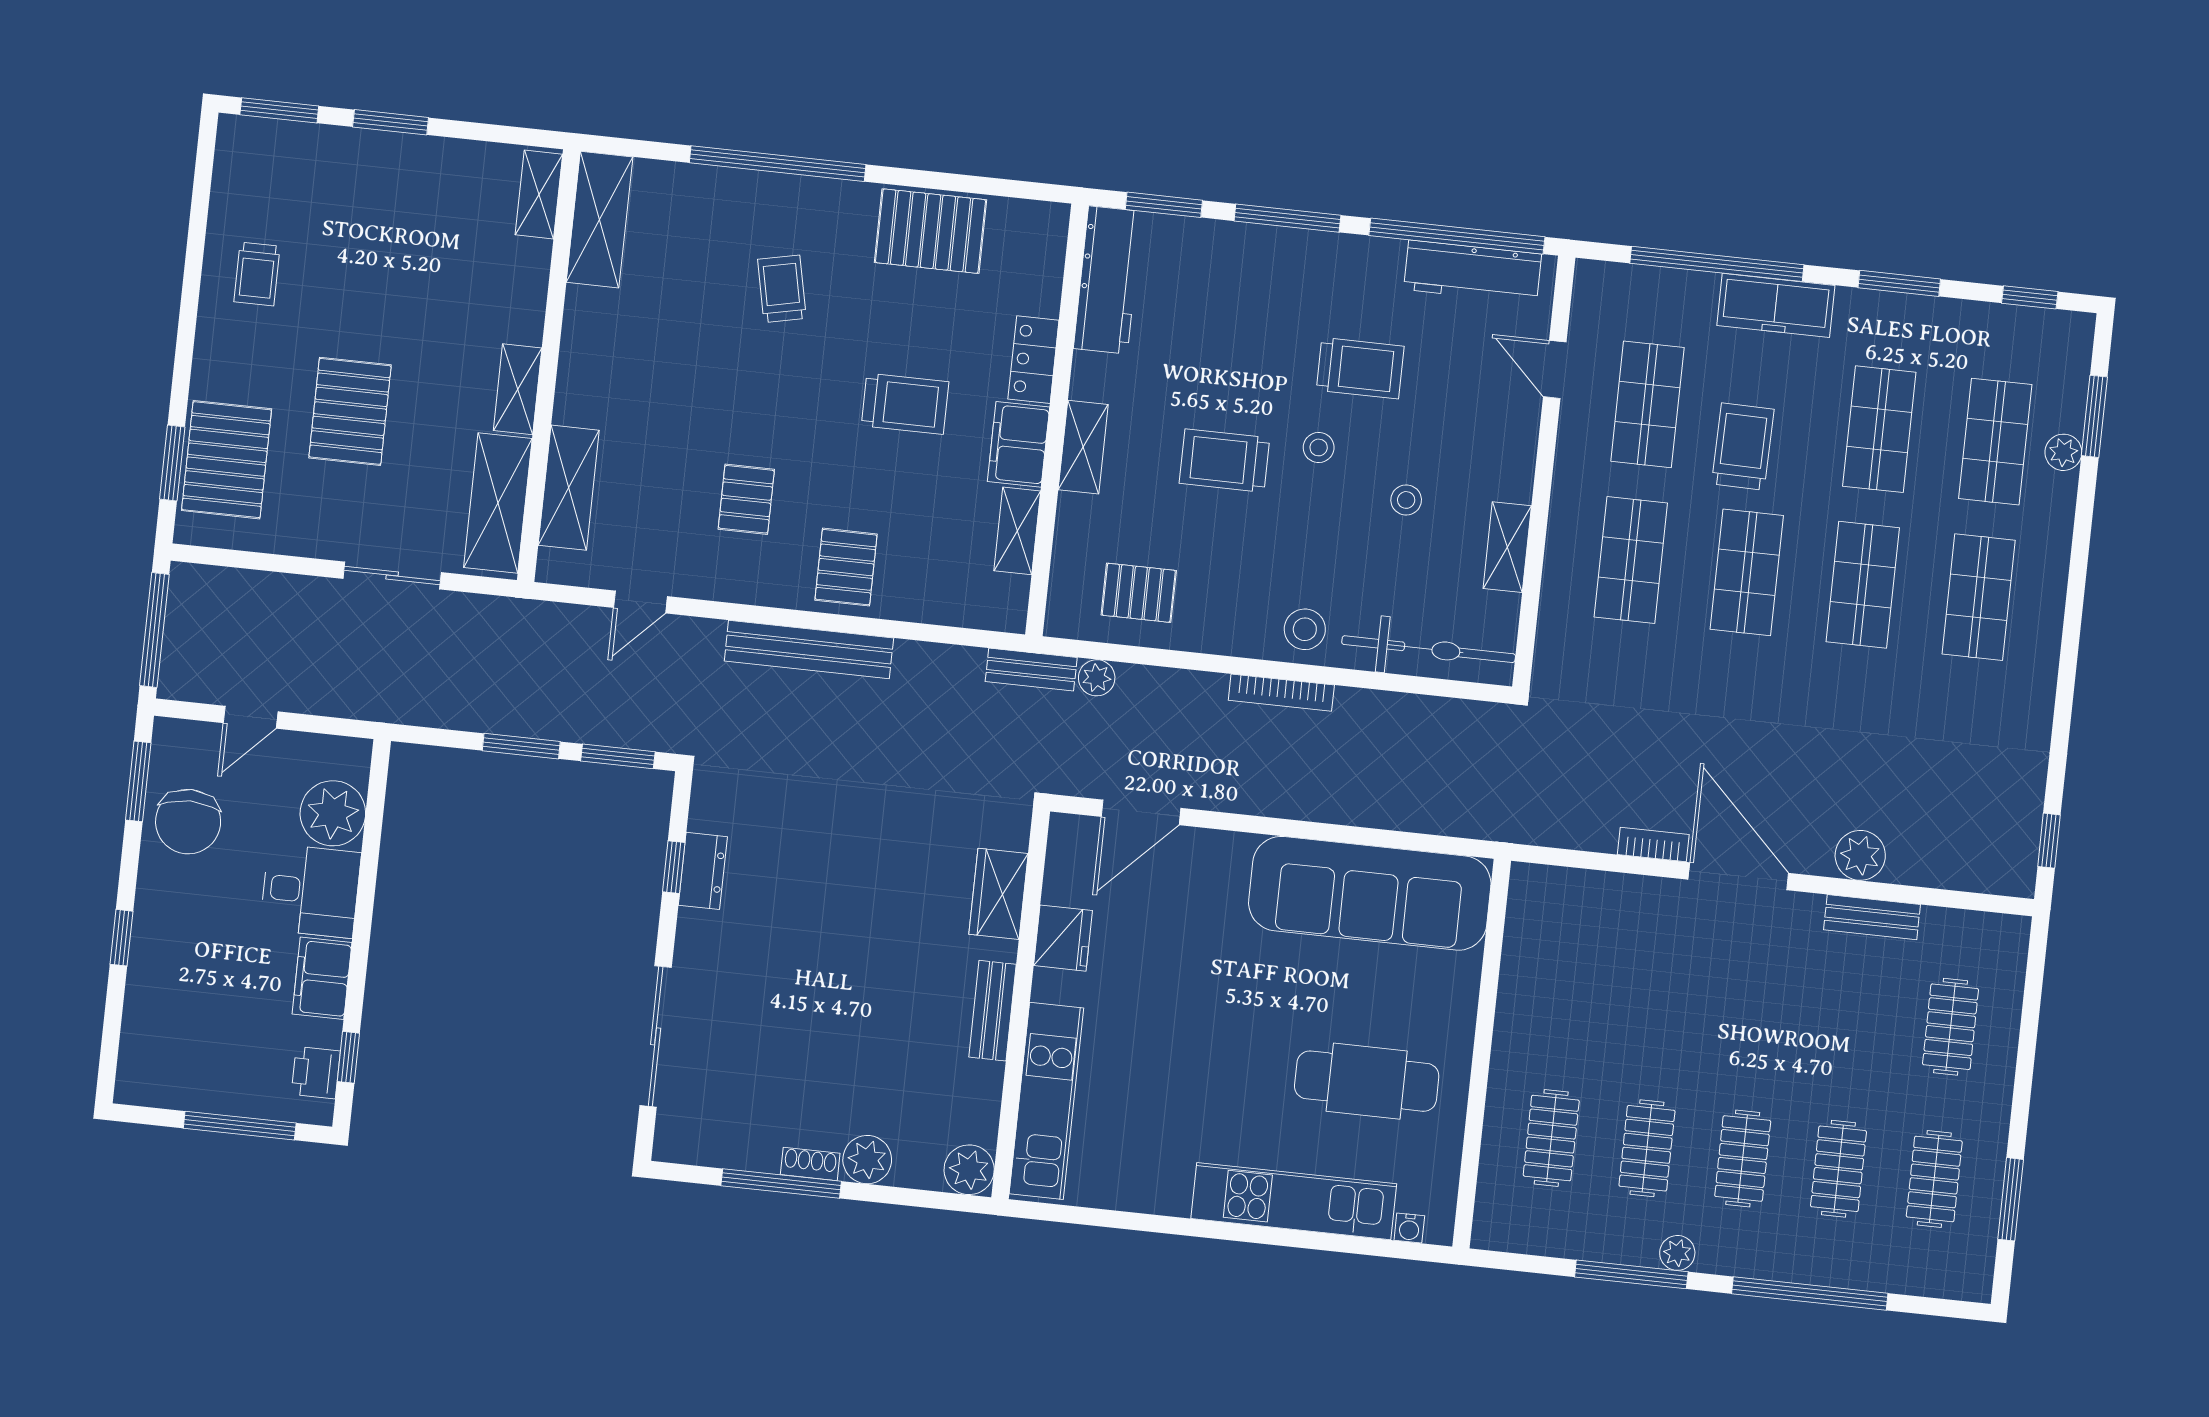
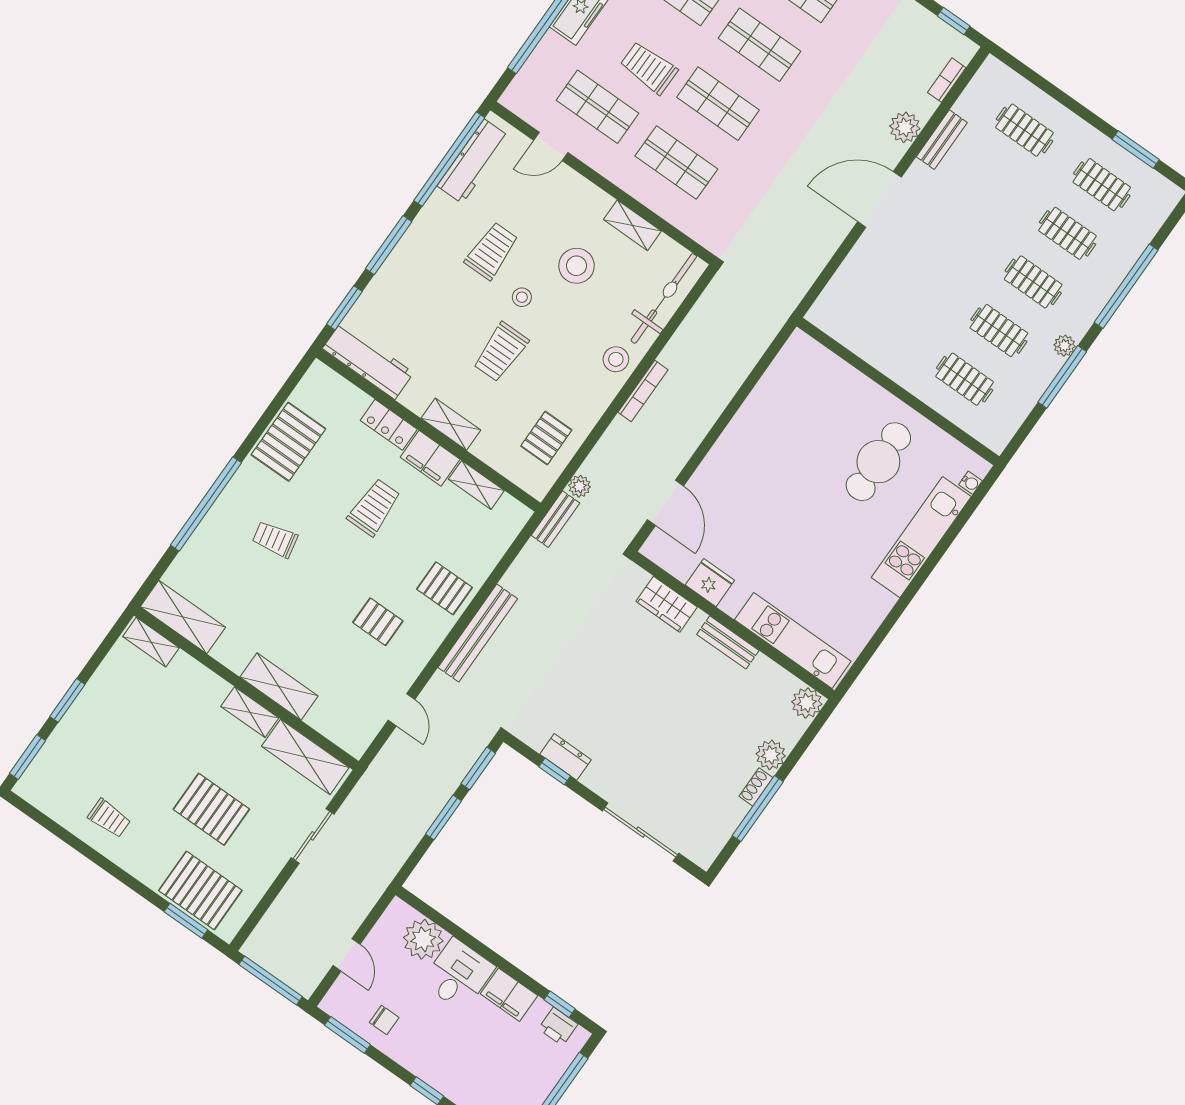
shelving: (569, 488) -> (279, 686), moved
stool: (1406, 500) -> (577, 266), width x1.89, depth x1.89
chair: (188, 822) -> (384, 1020), width x0.54, depth x0.54
bookcase: (1653, 844) -> (947, 80), moved
sofa: (1370, 893) -> (778, 404), removed

